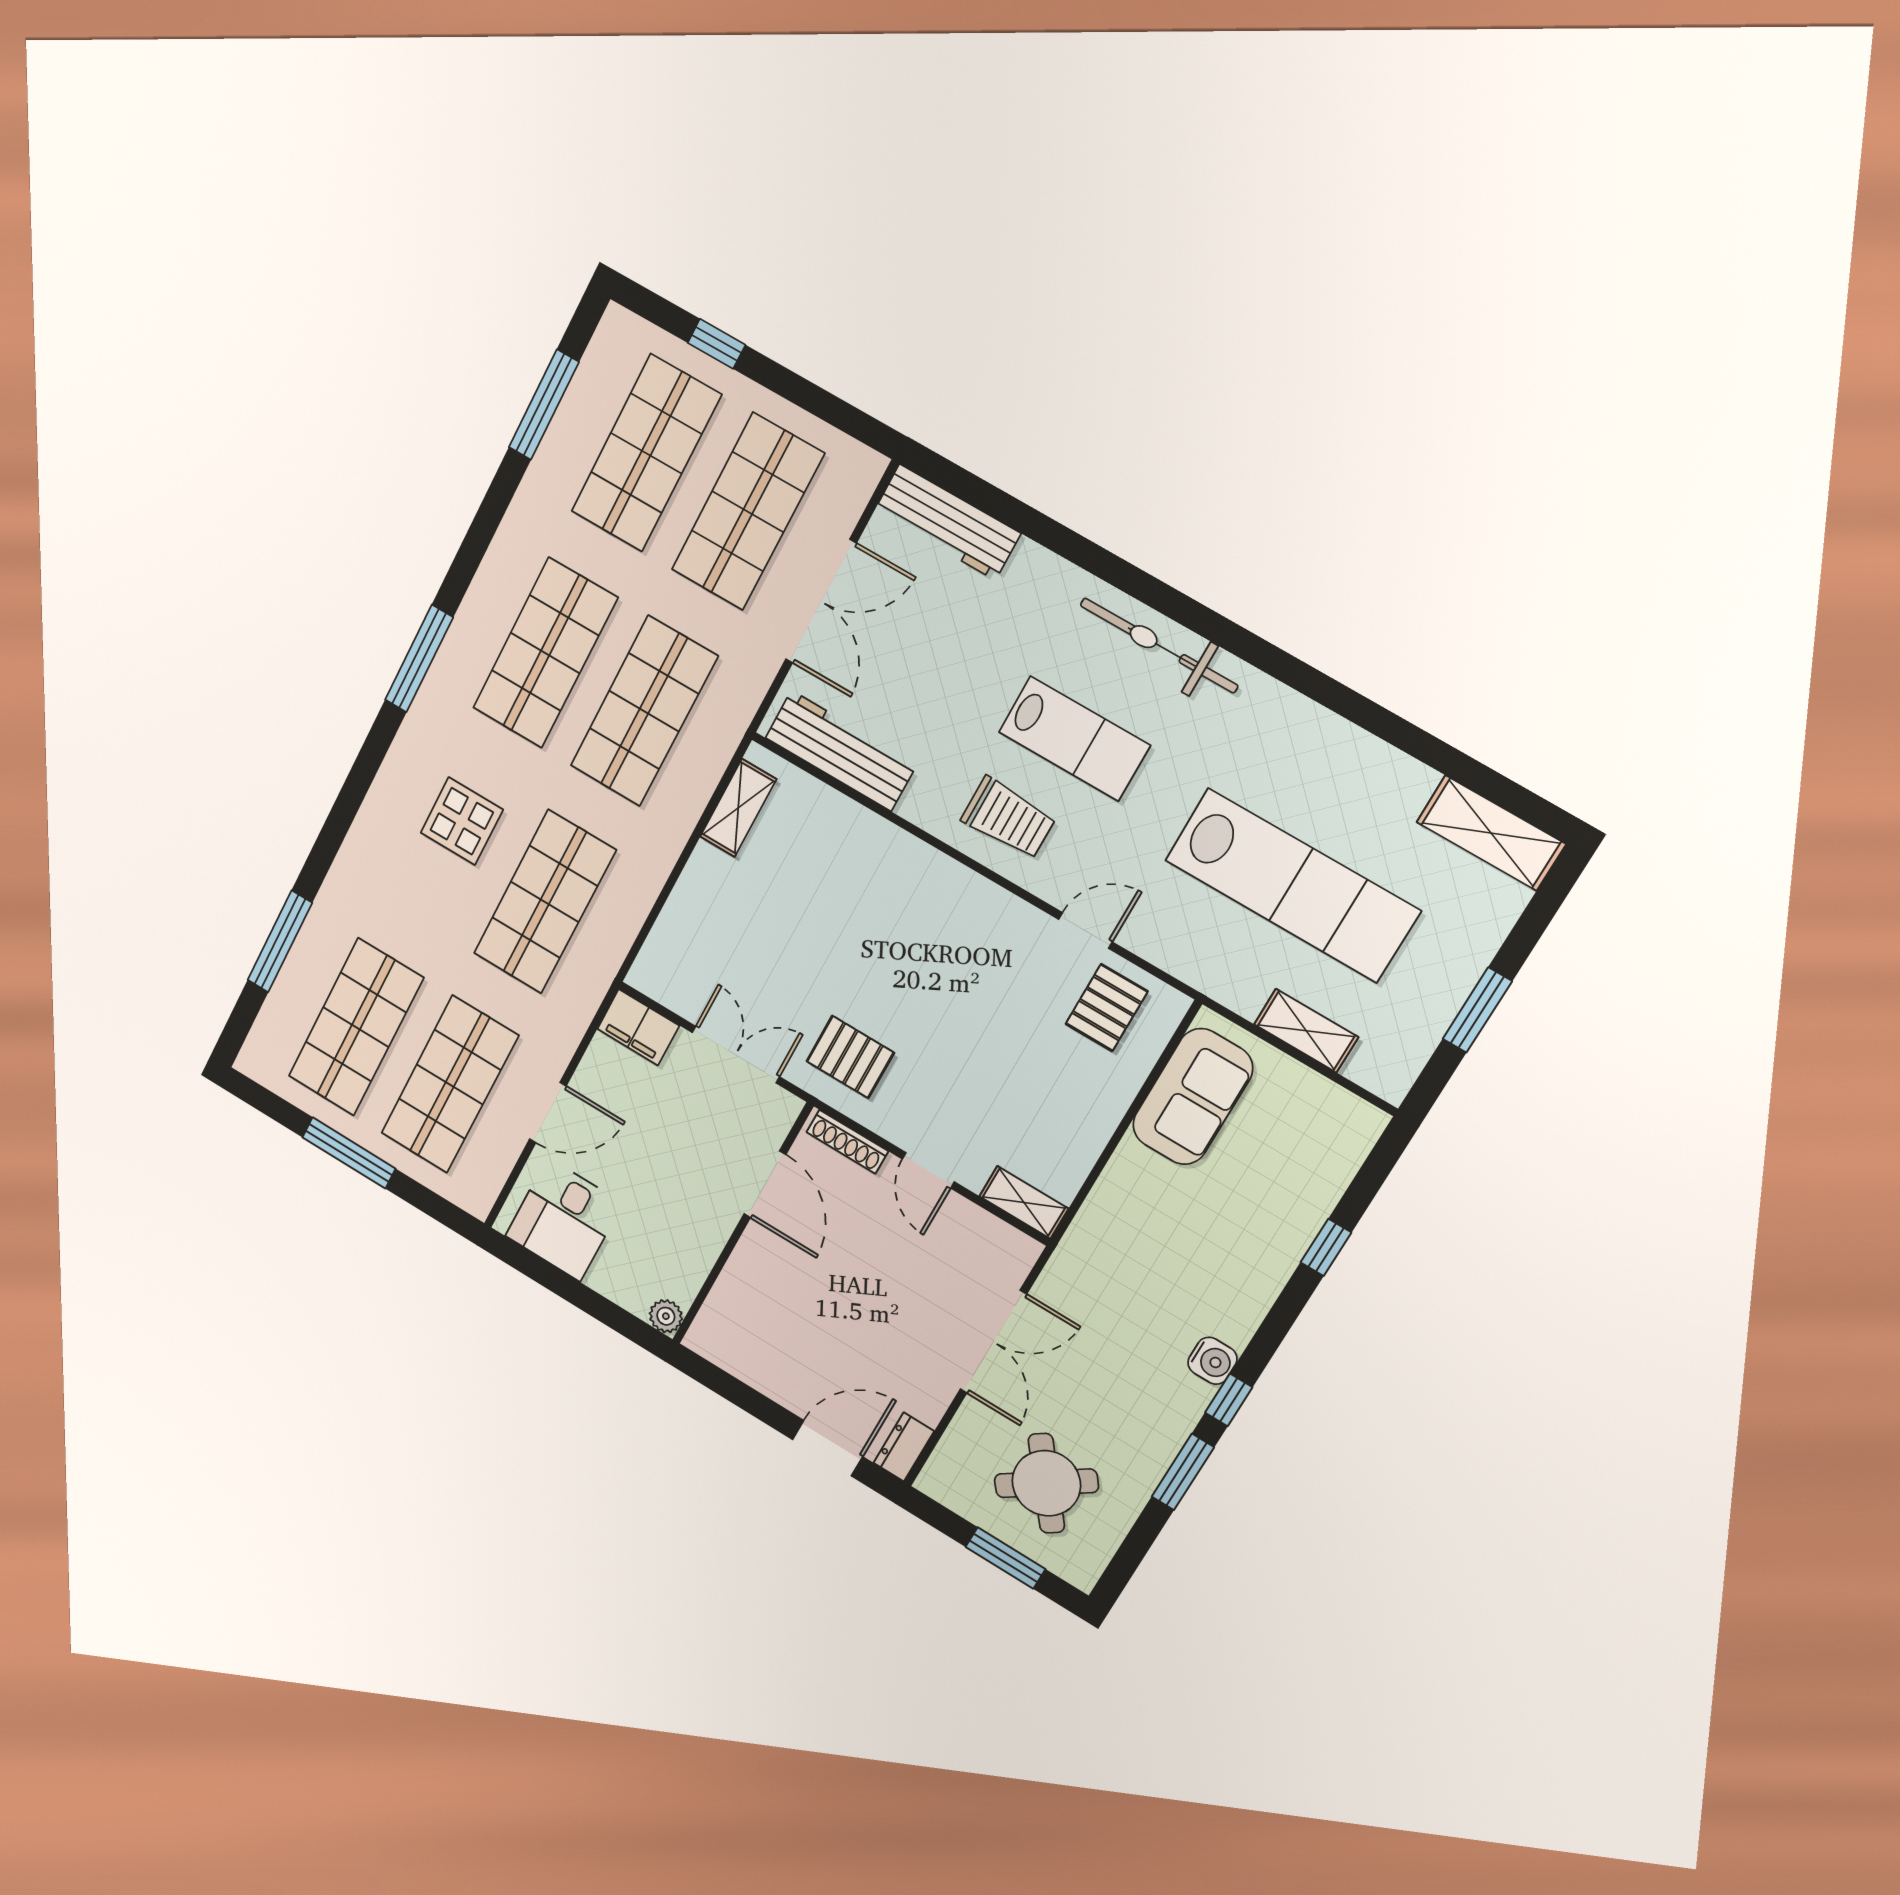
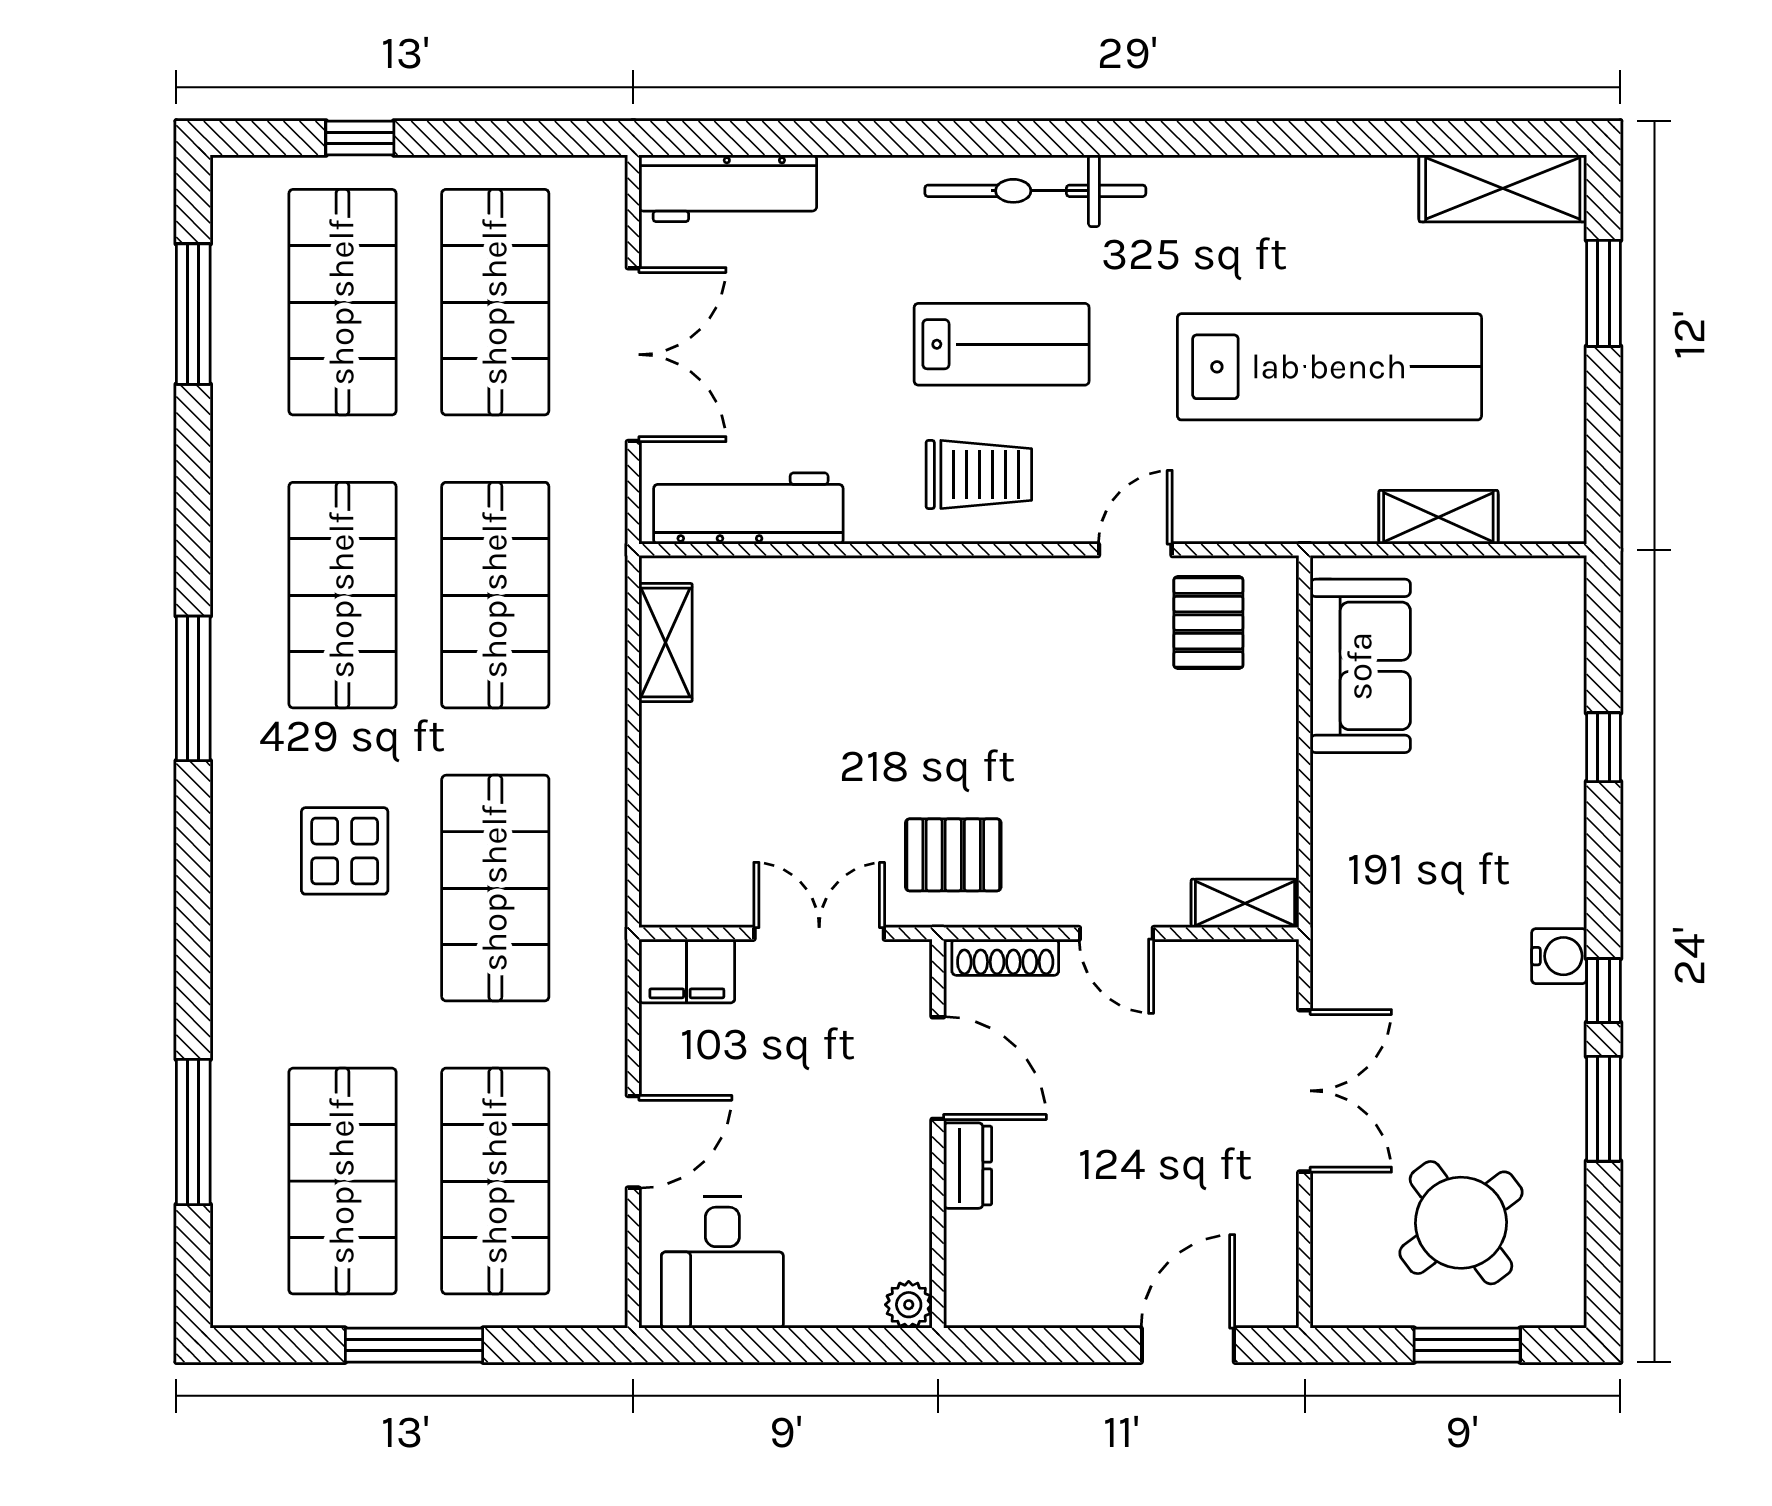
window: (1477, 1010) -> (1603, 293), moved
dresser: (904, 1447) -> (968, 1166), moved, turned 180

